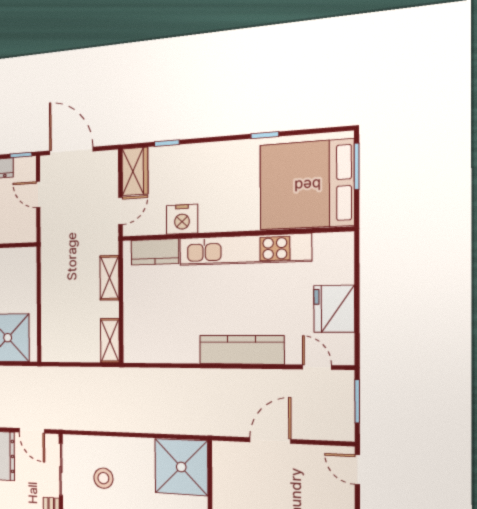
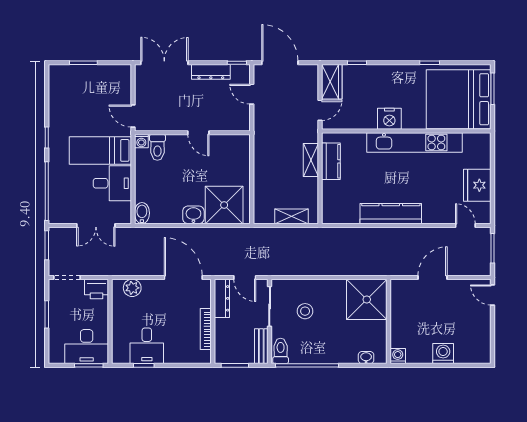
nightstand: (182, 219) -> (389, 119), moved
kitchen counter: (155, 252) -> (331, 161), moved, turned -90
shelving: (110, 341) -> (292, 216), moved, turned 90
kitchen counter: (242, 350) -> (391, 214), moved

